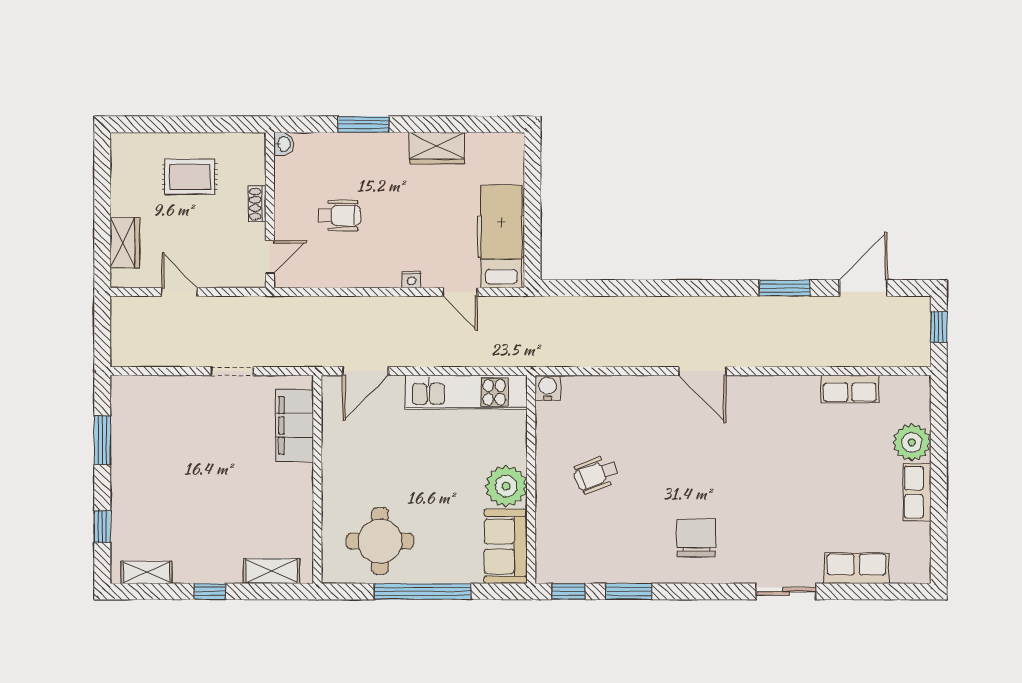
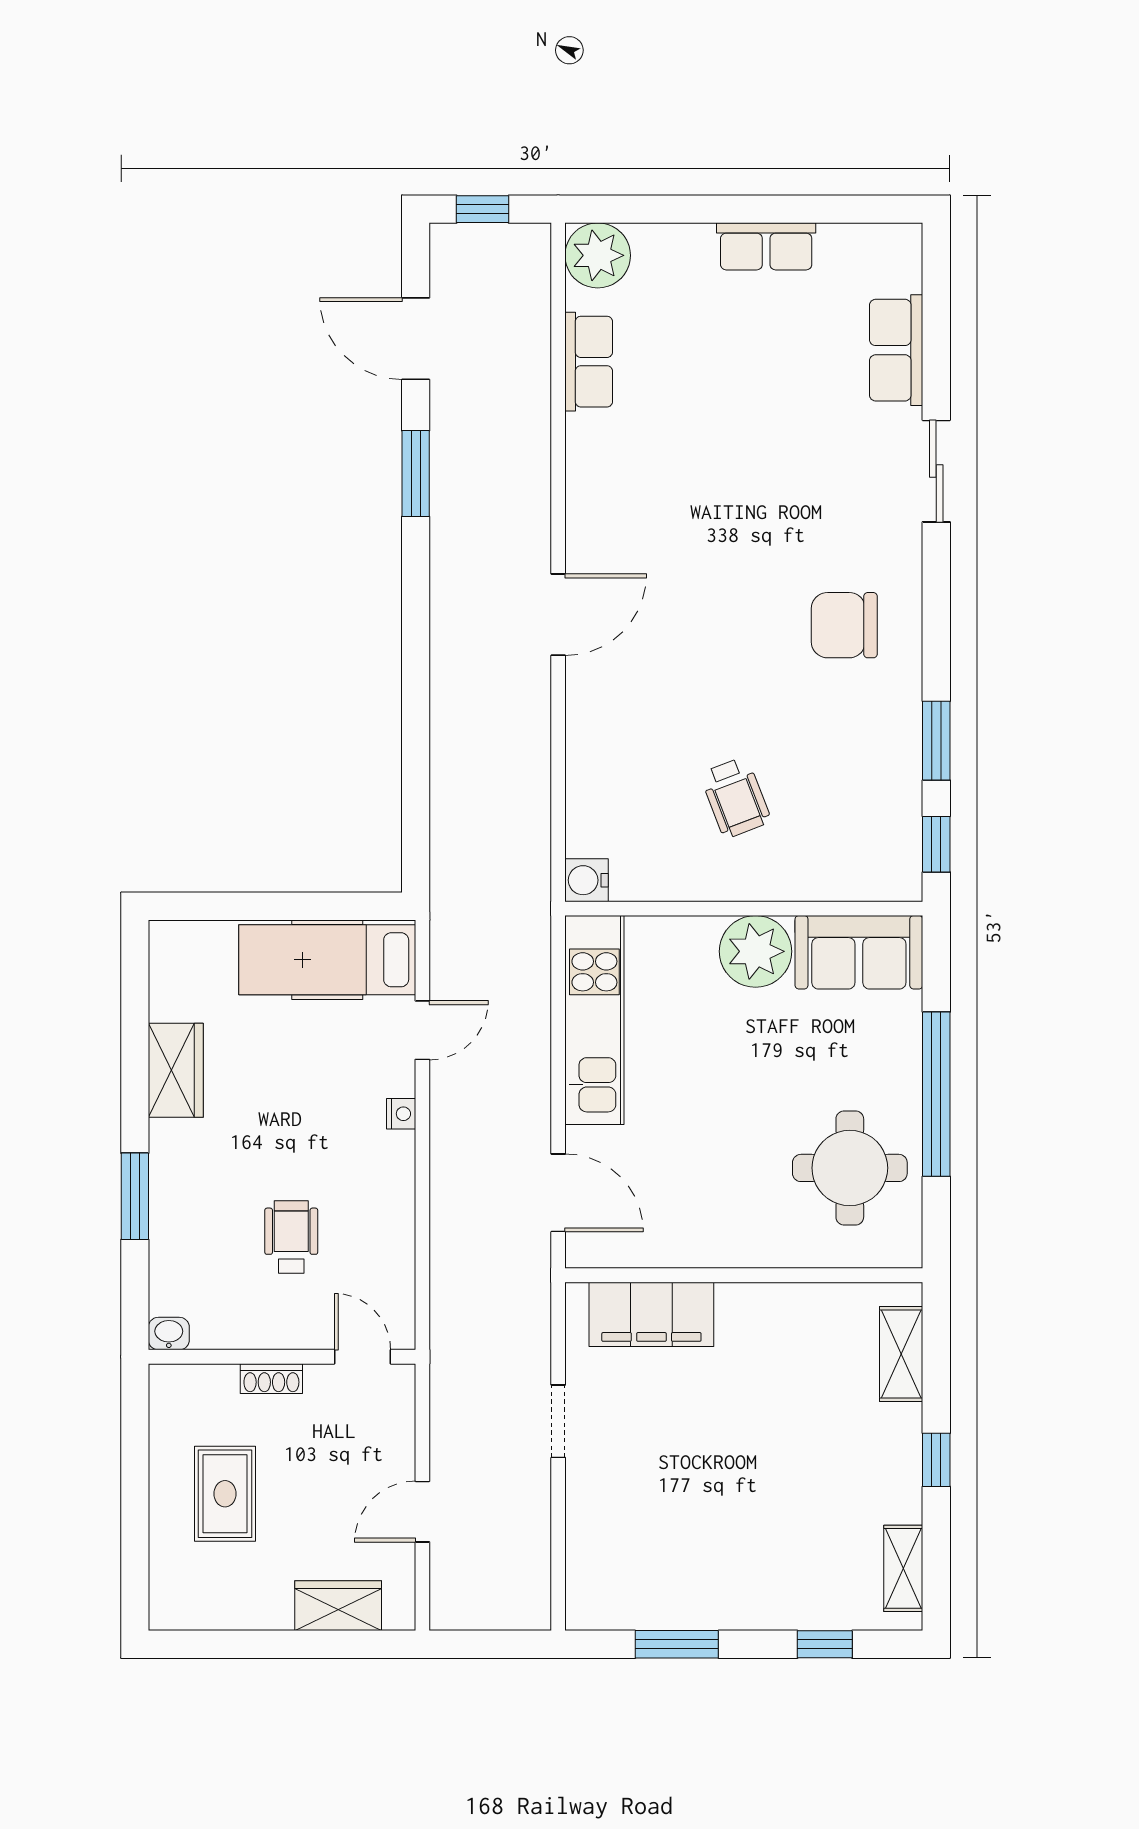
plant: (912, 442) -> (598, 255), moved

